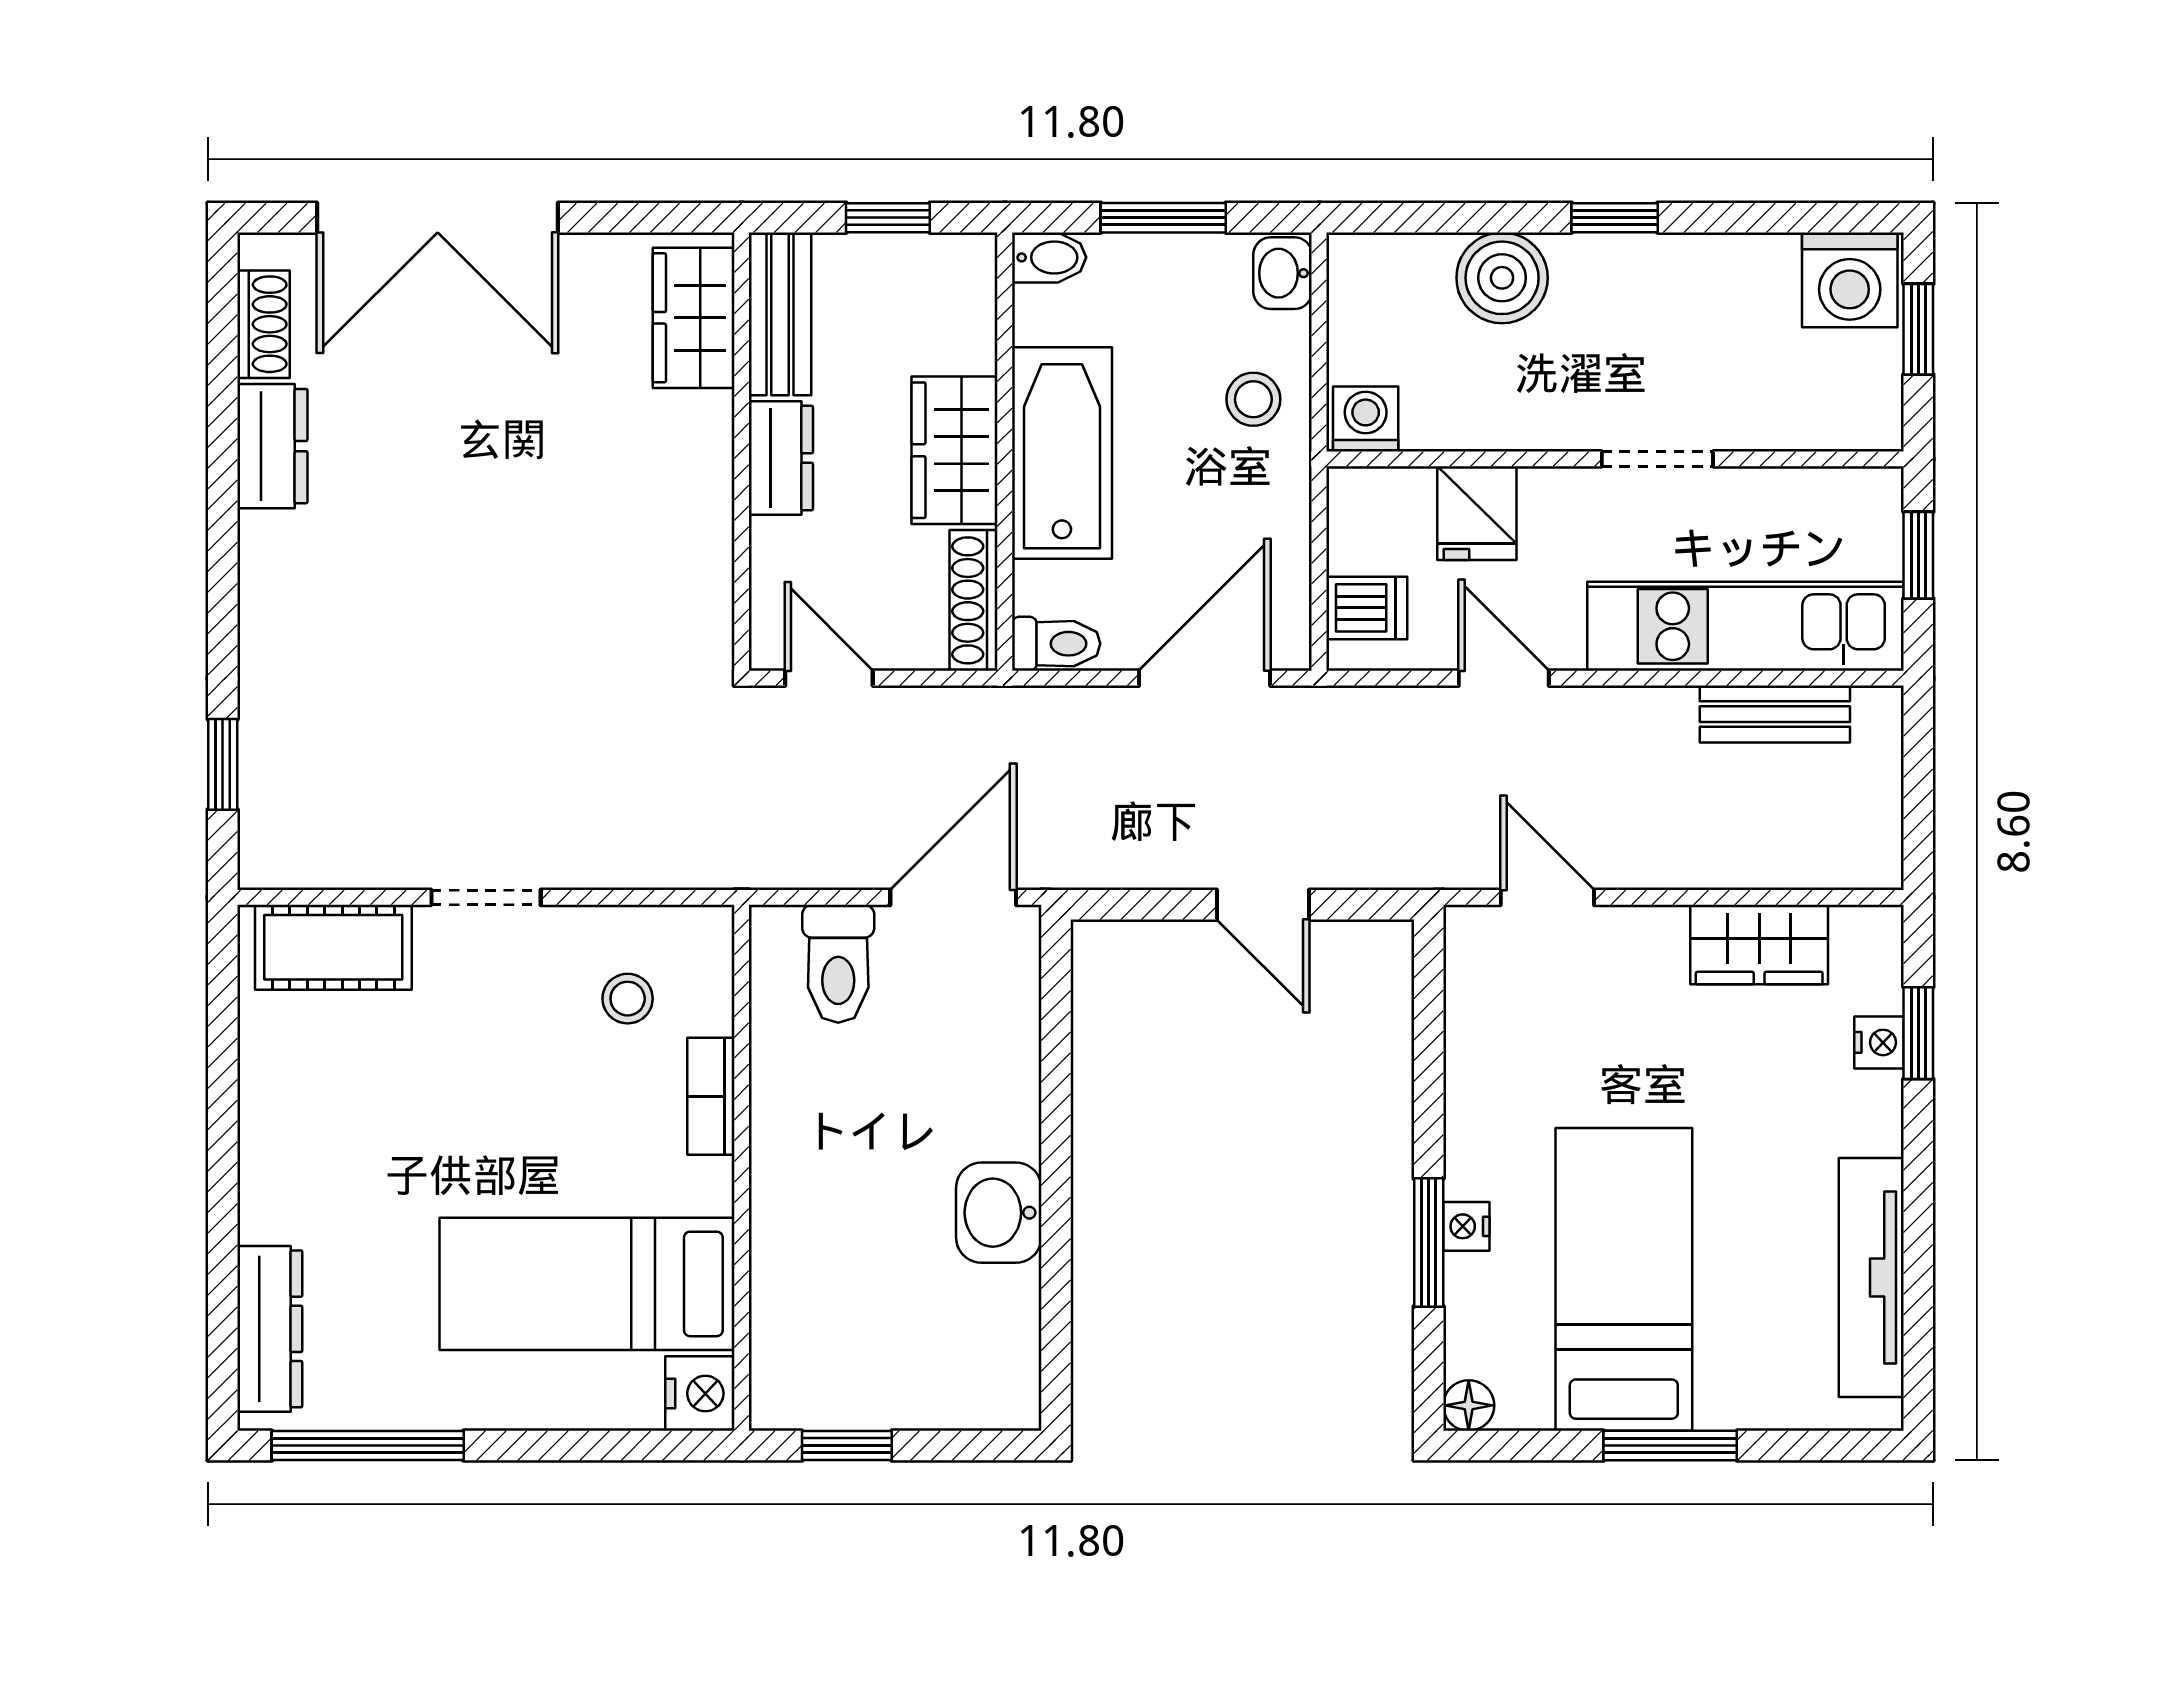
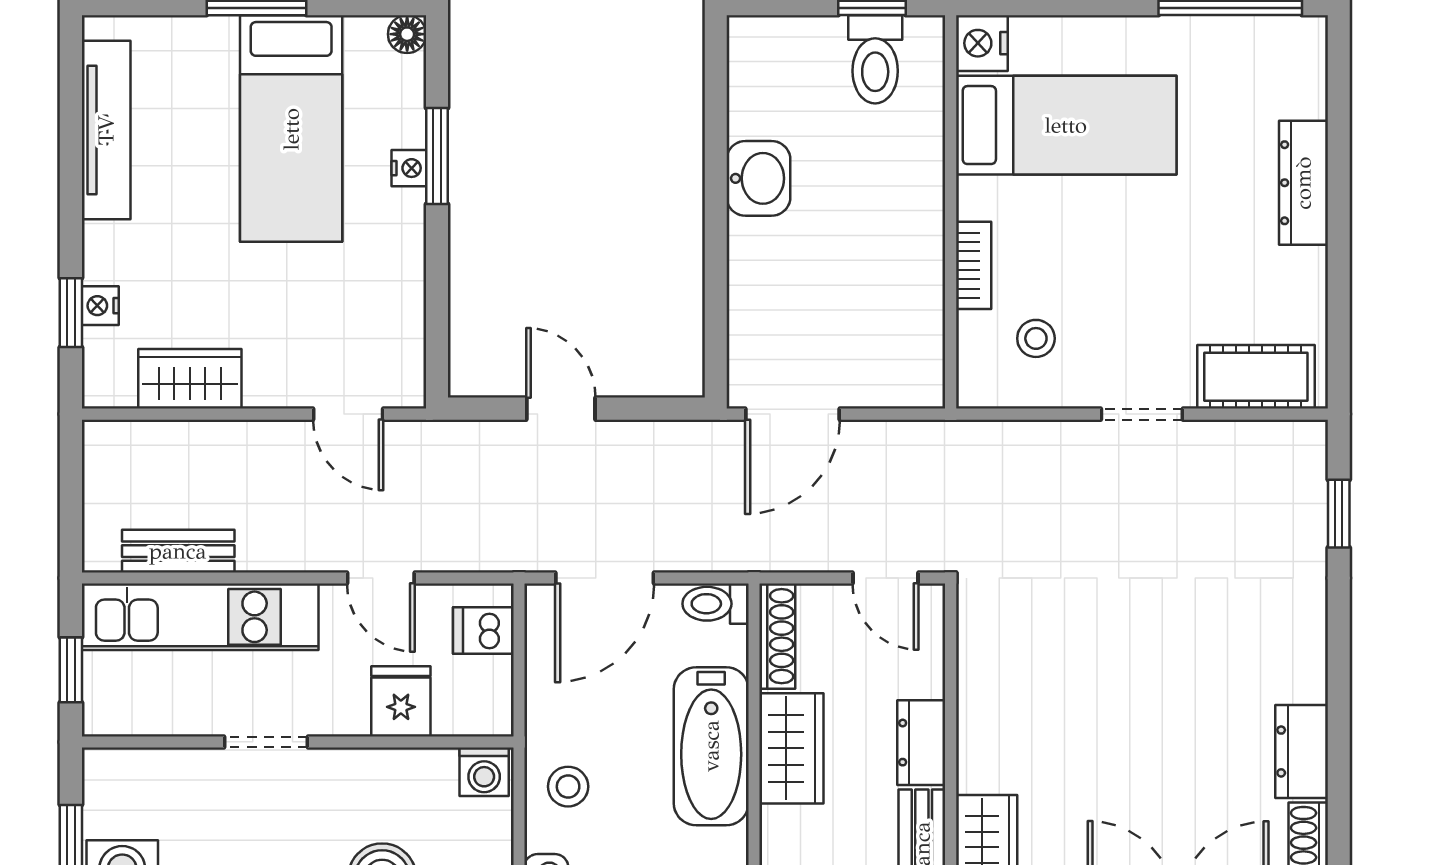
toilet: (838, 964) -> (875, 59), moved, turned 180
dresser: (270, 1329) -> (1303, 183), moved

